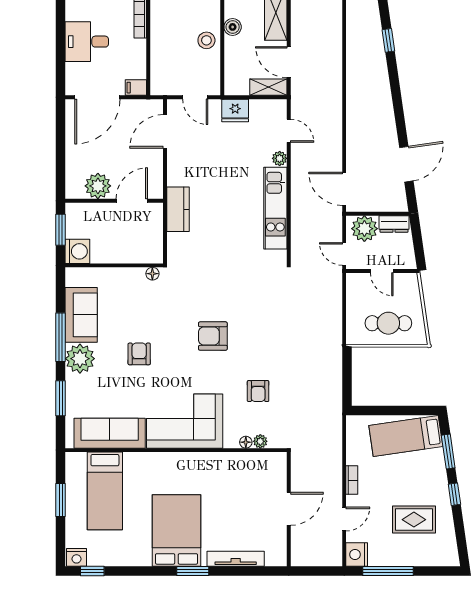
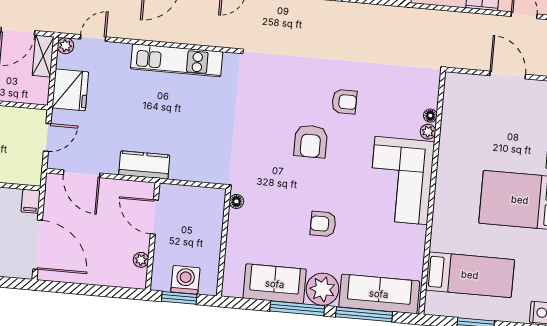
fridge: (235, 110) -> (70, 90), width x1.36, depth x1.34
plant: (280, 158) -> (66, 46), moved
plant: (98, 186) -> (141, 260), width x0.53, depth x0.53
kitchen counter: (178, 209) -> (144, 165), moved
washing machine: (77, 251) -> (185, 280), moved
armchair: (258, 391) -> (344, 102), moved
window: (61, 398) -> (364, 314), width x1.44
sofa: (110, 433) -> (379, 294), moved, turned 90
plant: (260, 441) -> (428, 132), moved

